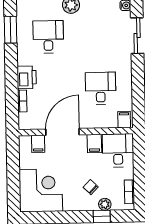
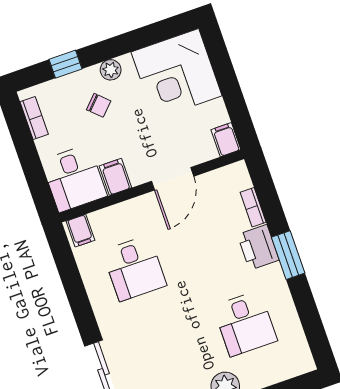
window: (11, 30) -> (288, 255), moved
door: (62, 132) -> (173, 179), width x0.73
filing cabinet: (38, 144) -> (226, 140), moved
plant: (105, 204) -> (111, 70), moved

